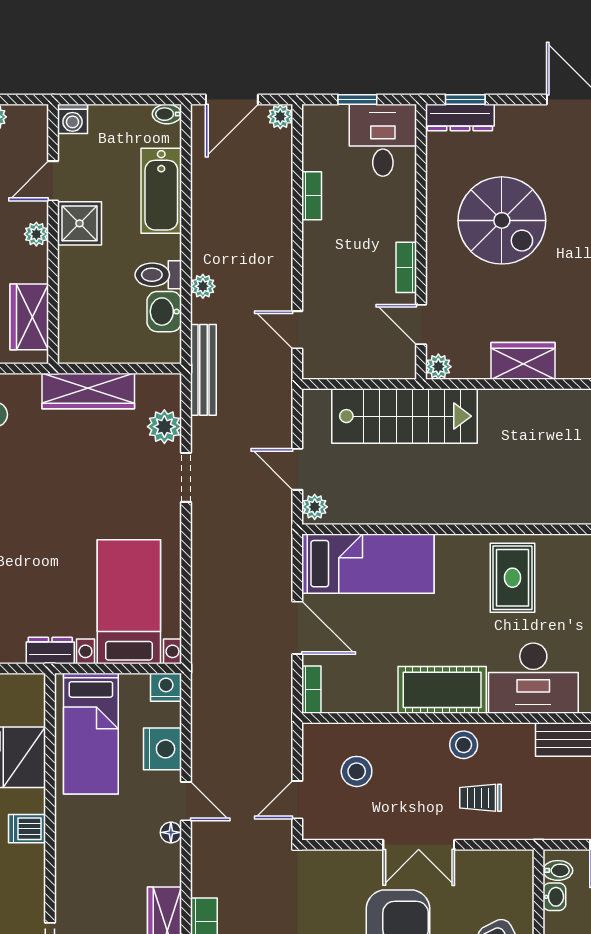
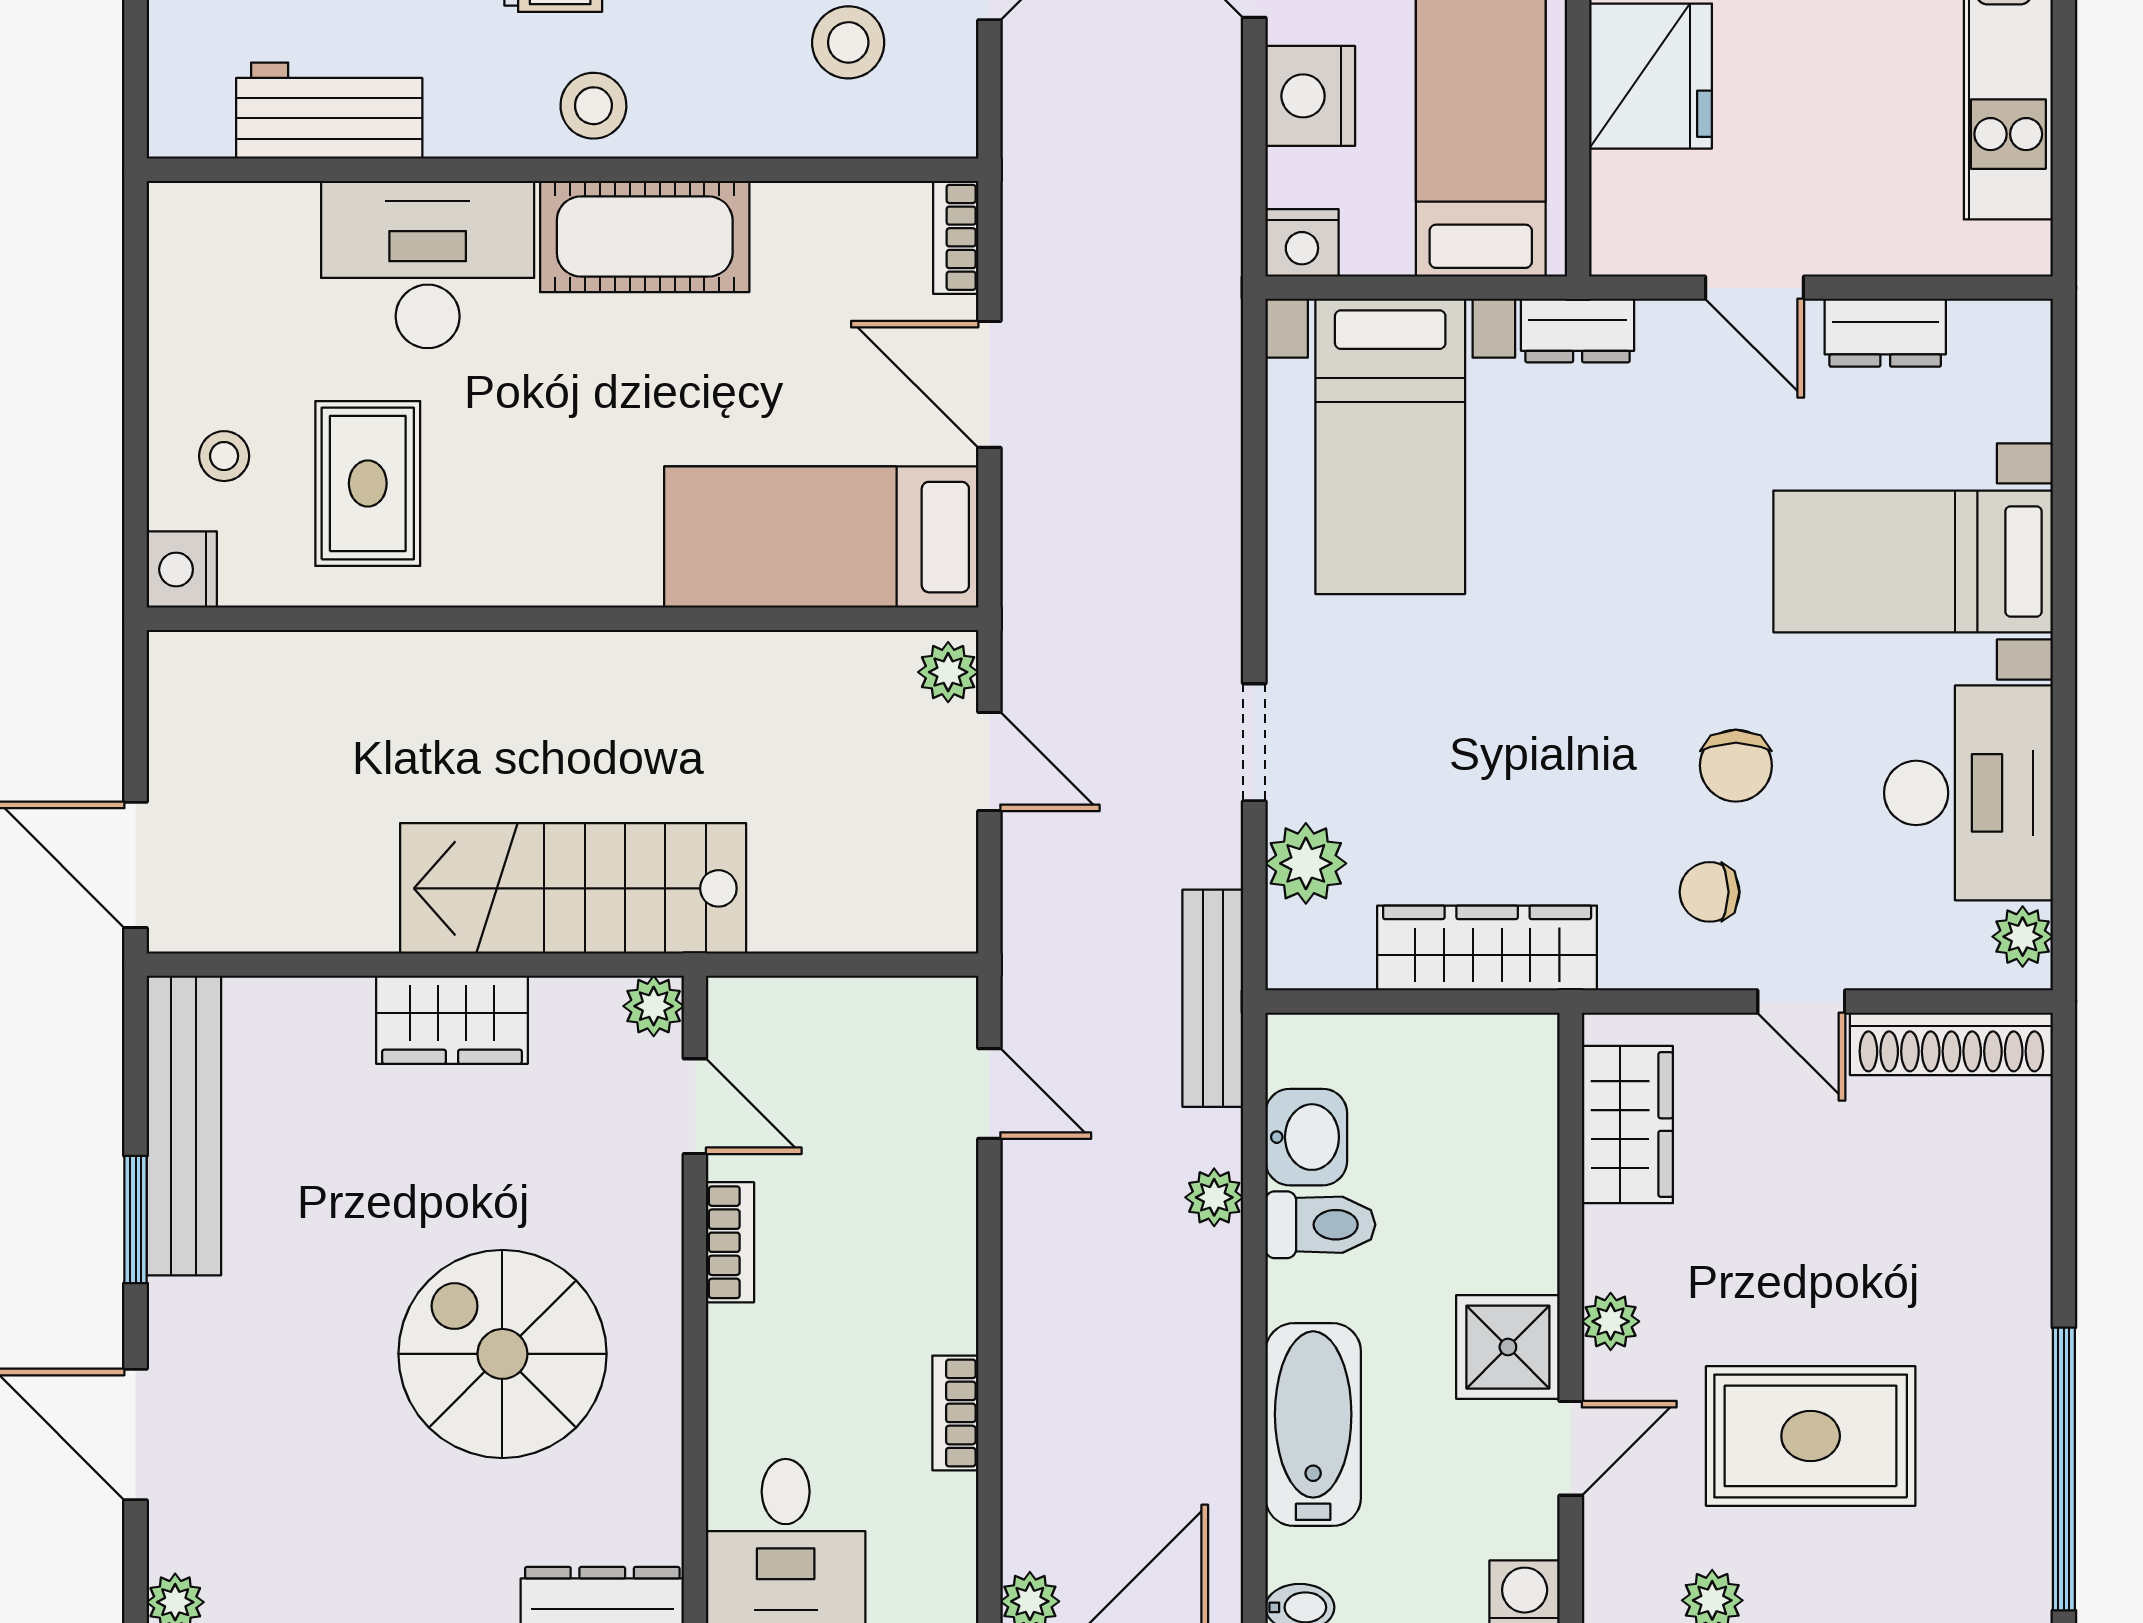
stairs: (404, 416) -> (573, 888), moved
rug: (512, 578) -> (368, 483), moved

